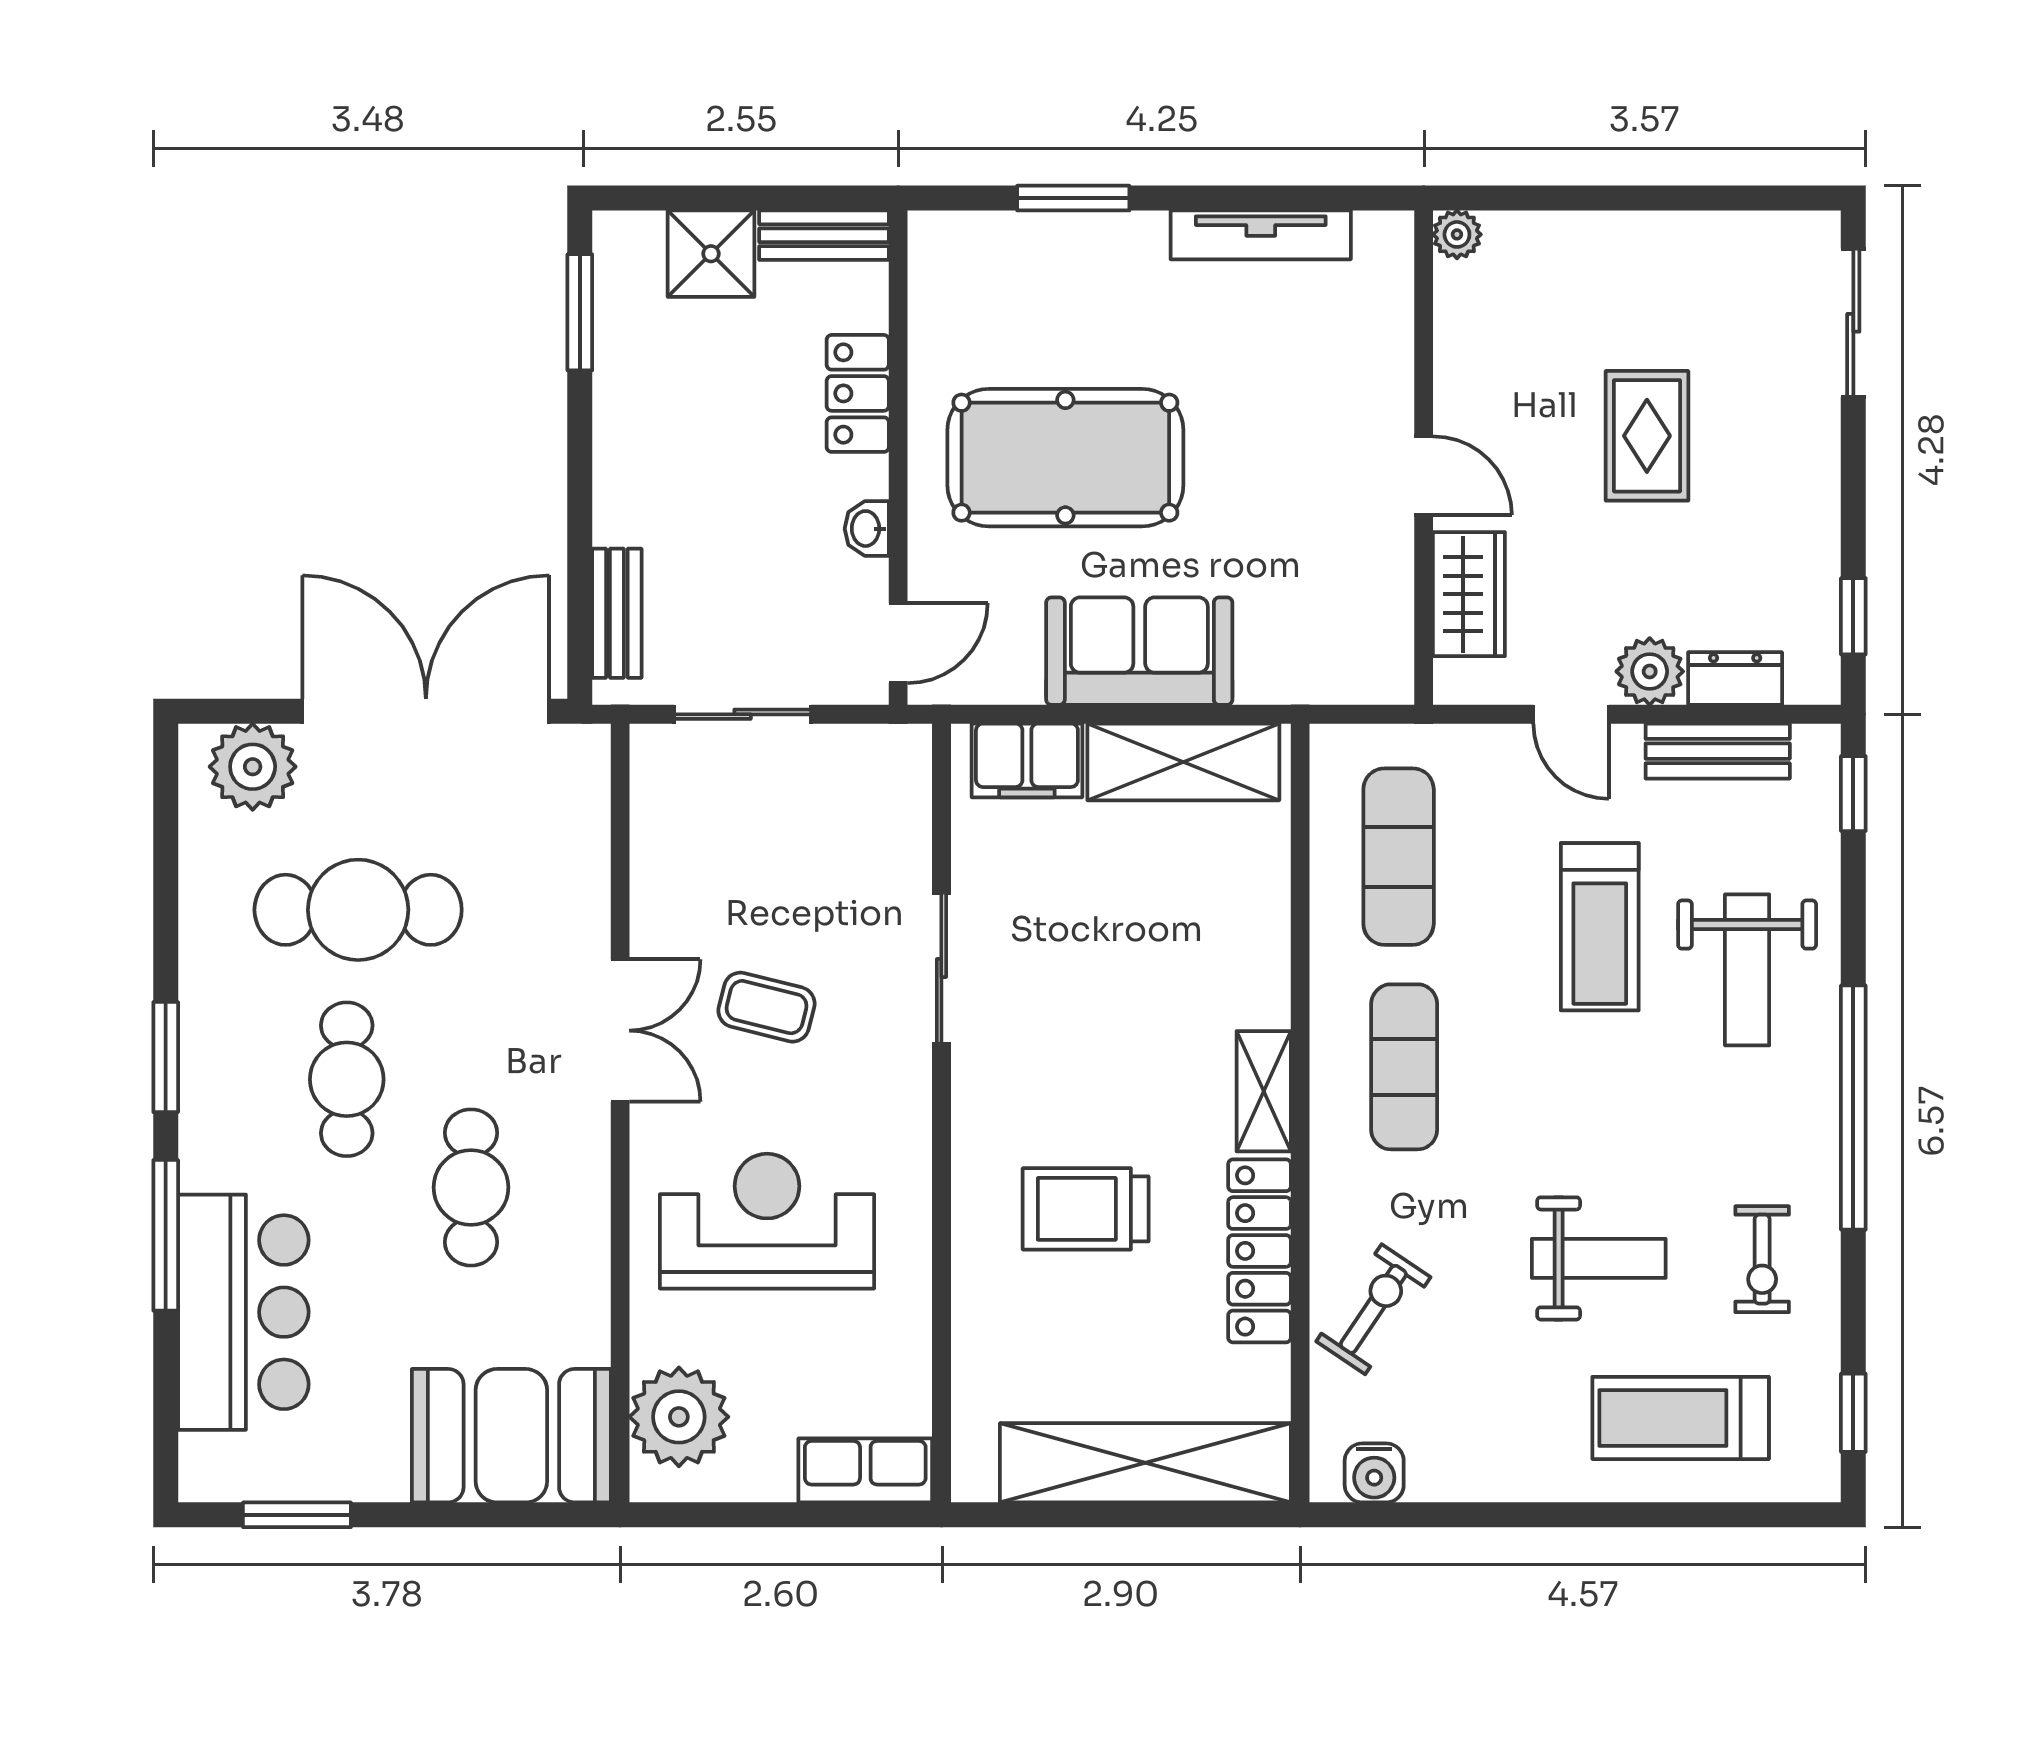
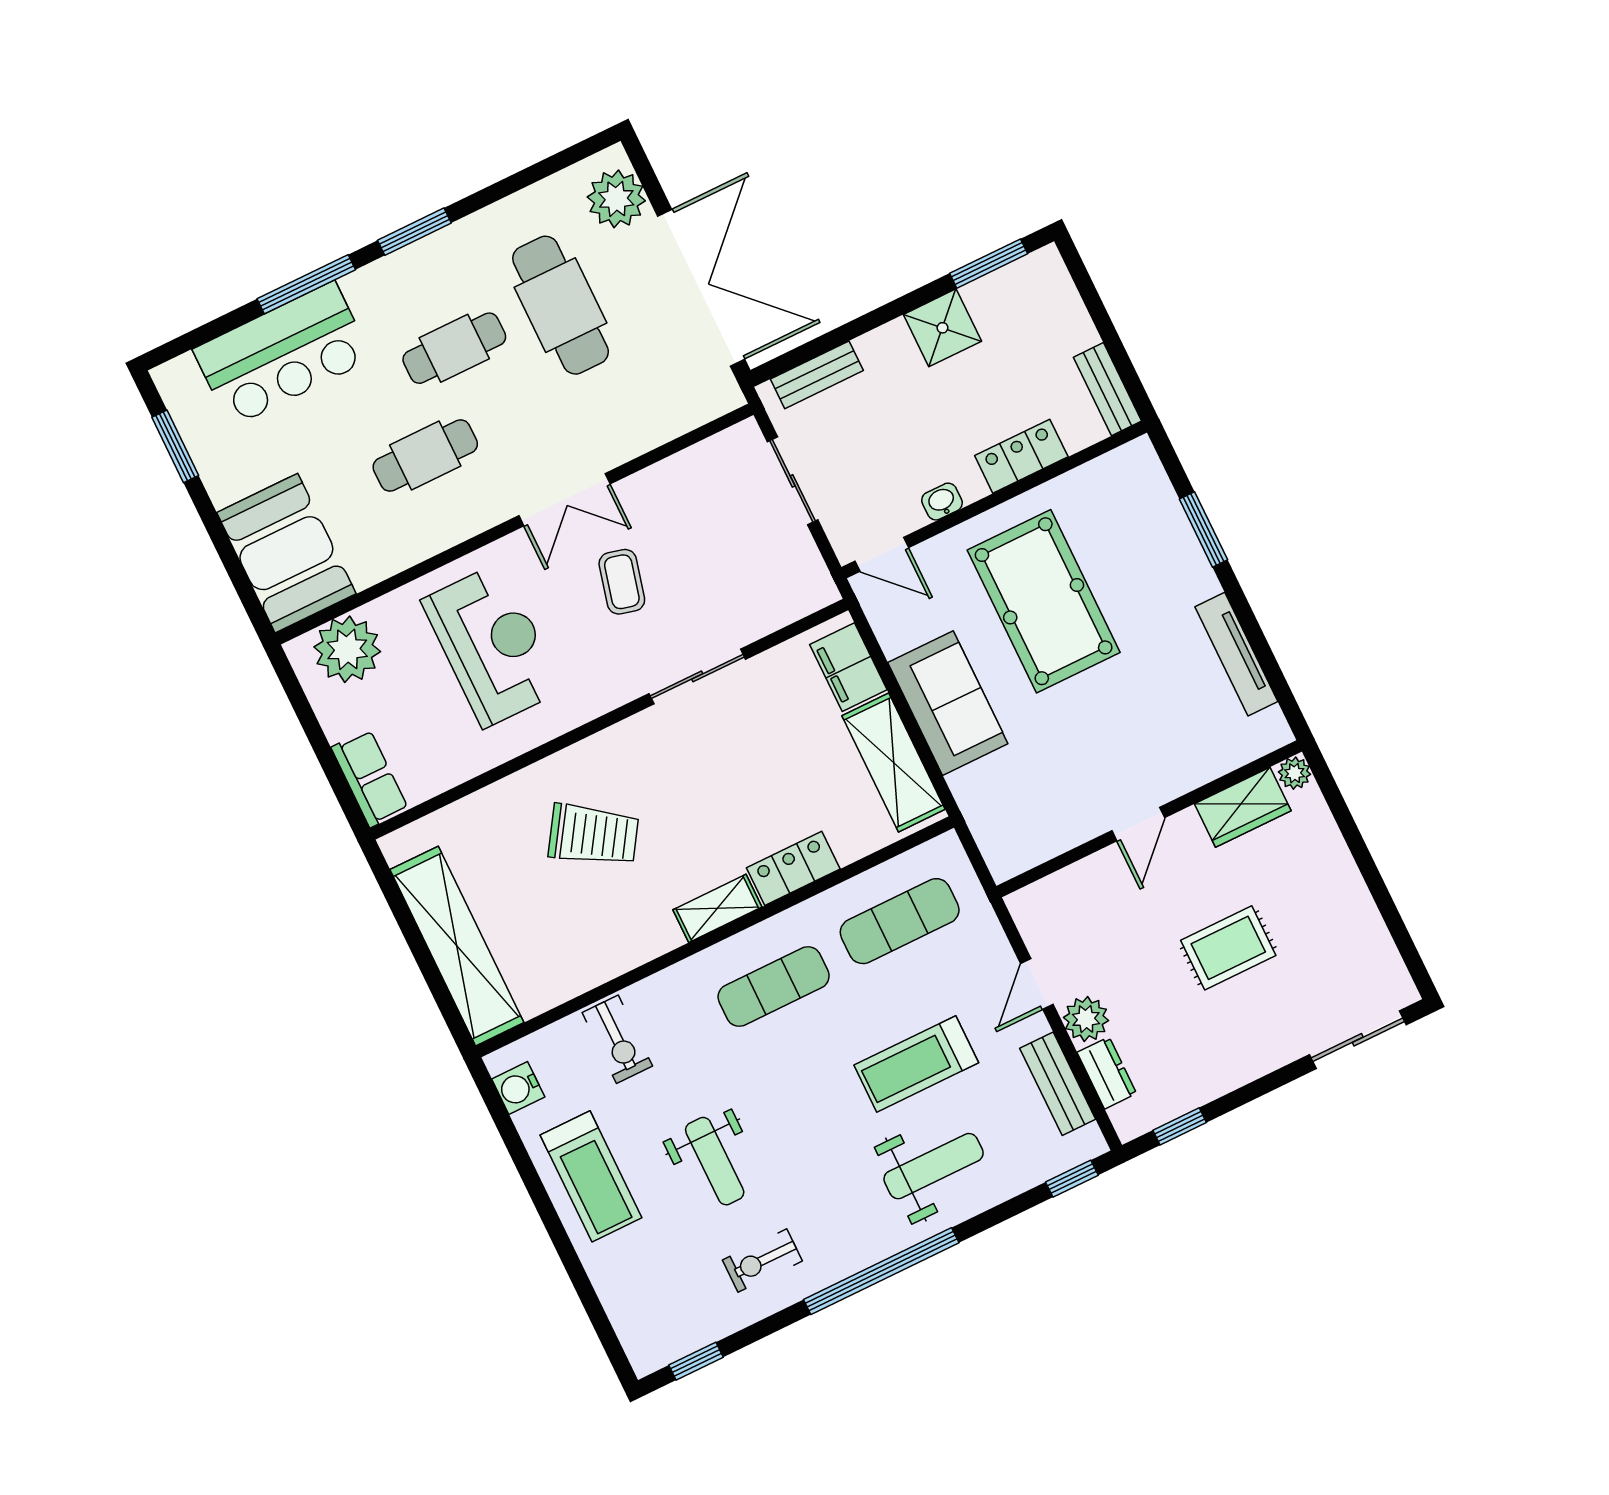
shower: (711, 254) -> (942, 328), moved
wardrobe: (1469, 594) -> (1243, 807), moved
weight bench: (1747, 970) -> (934, 1166), turned 180
trolley: (1086, 1209) -> (593, 835), turned 123
locker: (1259, 1251) -> (793, 868), moved, width x0.66
exercise bike: (1373, 1309) -> (617, 1039), turned 56
treadmill: (1681, 1418) -> (591, 1176), moved, turned 180

